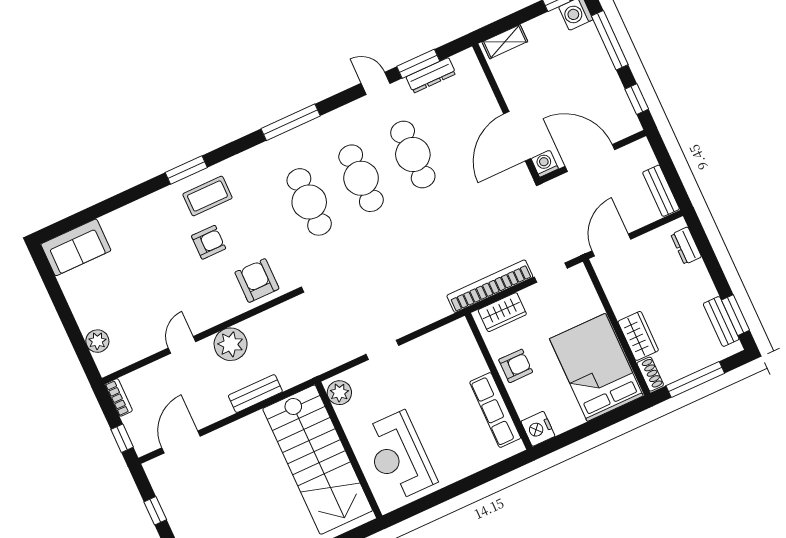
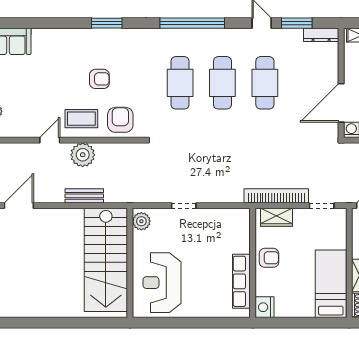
dresser: (431, 75) -> (321, 35), moved
window: (291, 122) -> (192, 23), width x1.46
coffee table: (207, 196) -> (81, 119), moved
bed: (596, 367) -> (331, 284), width x0.67

